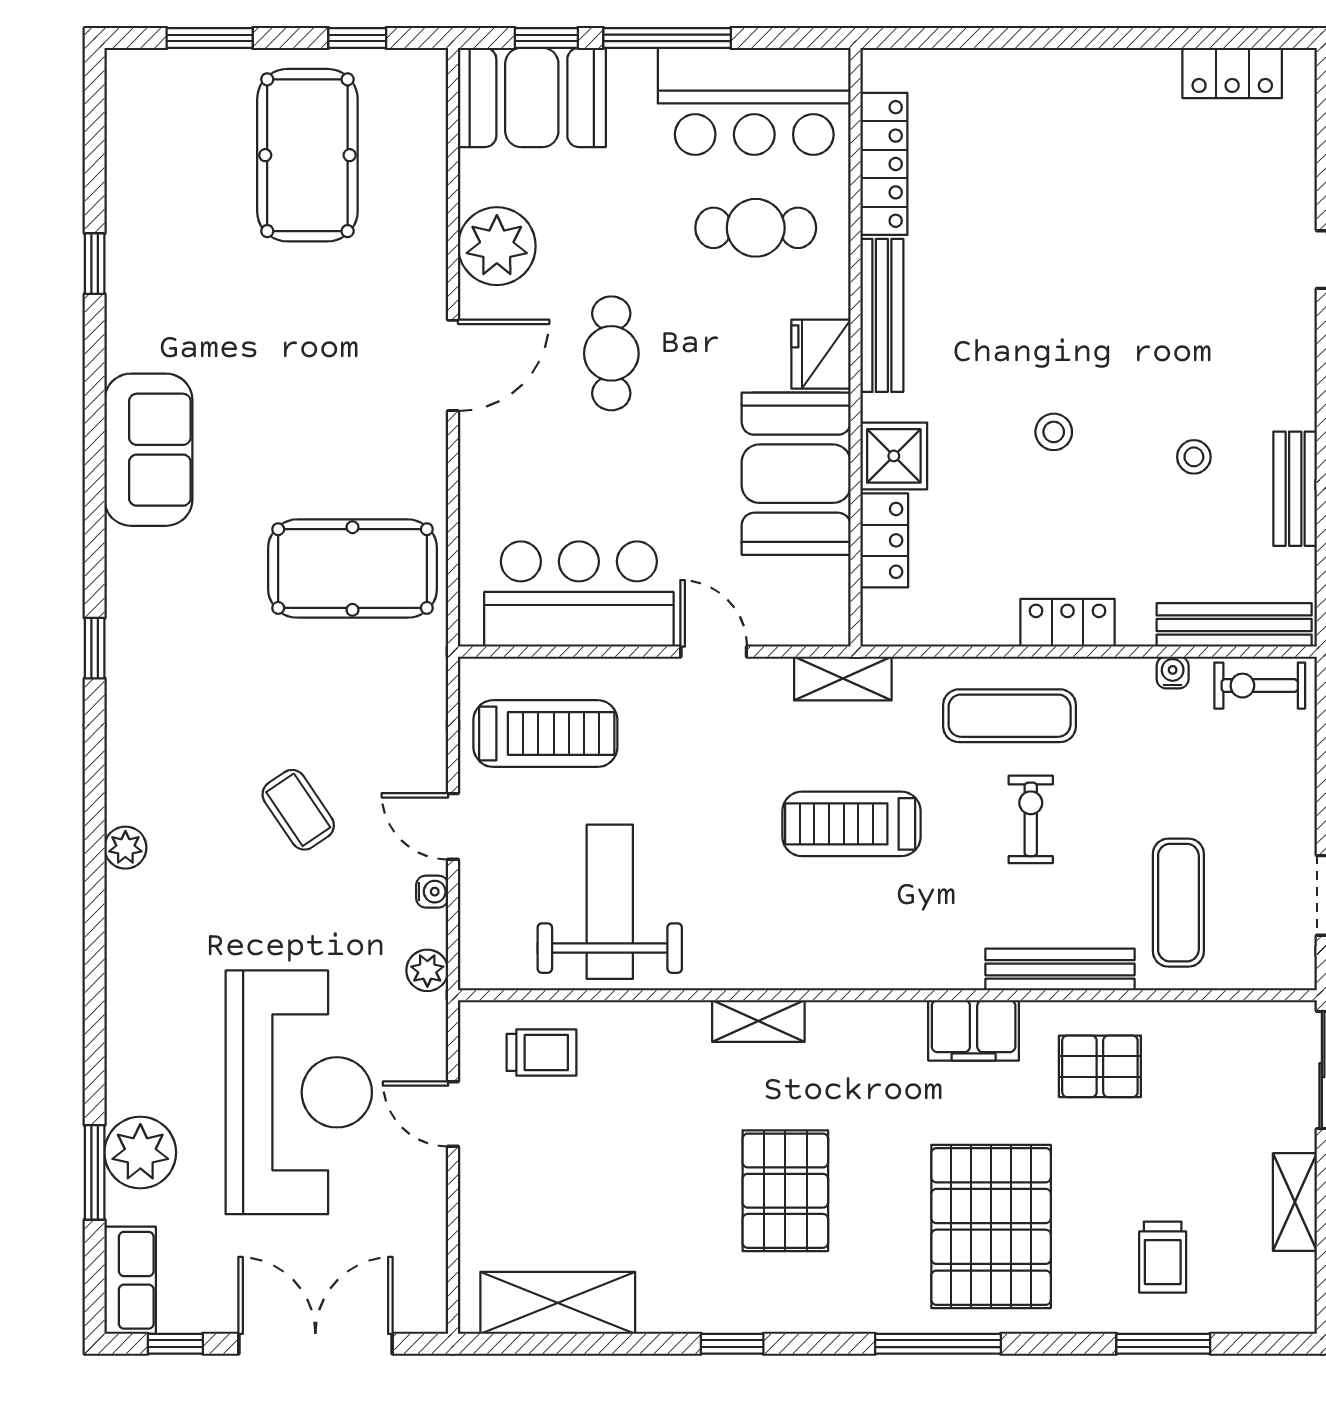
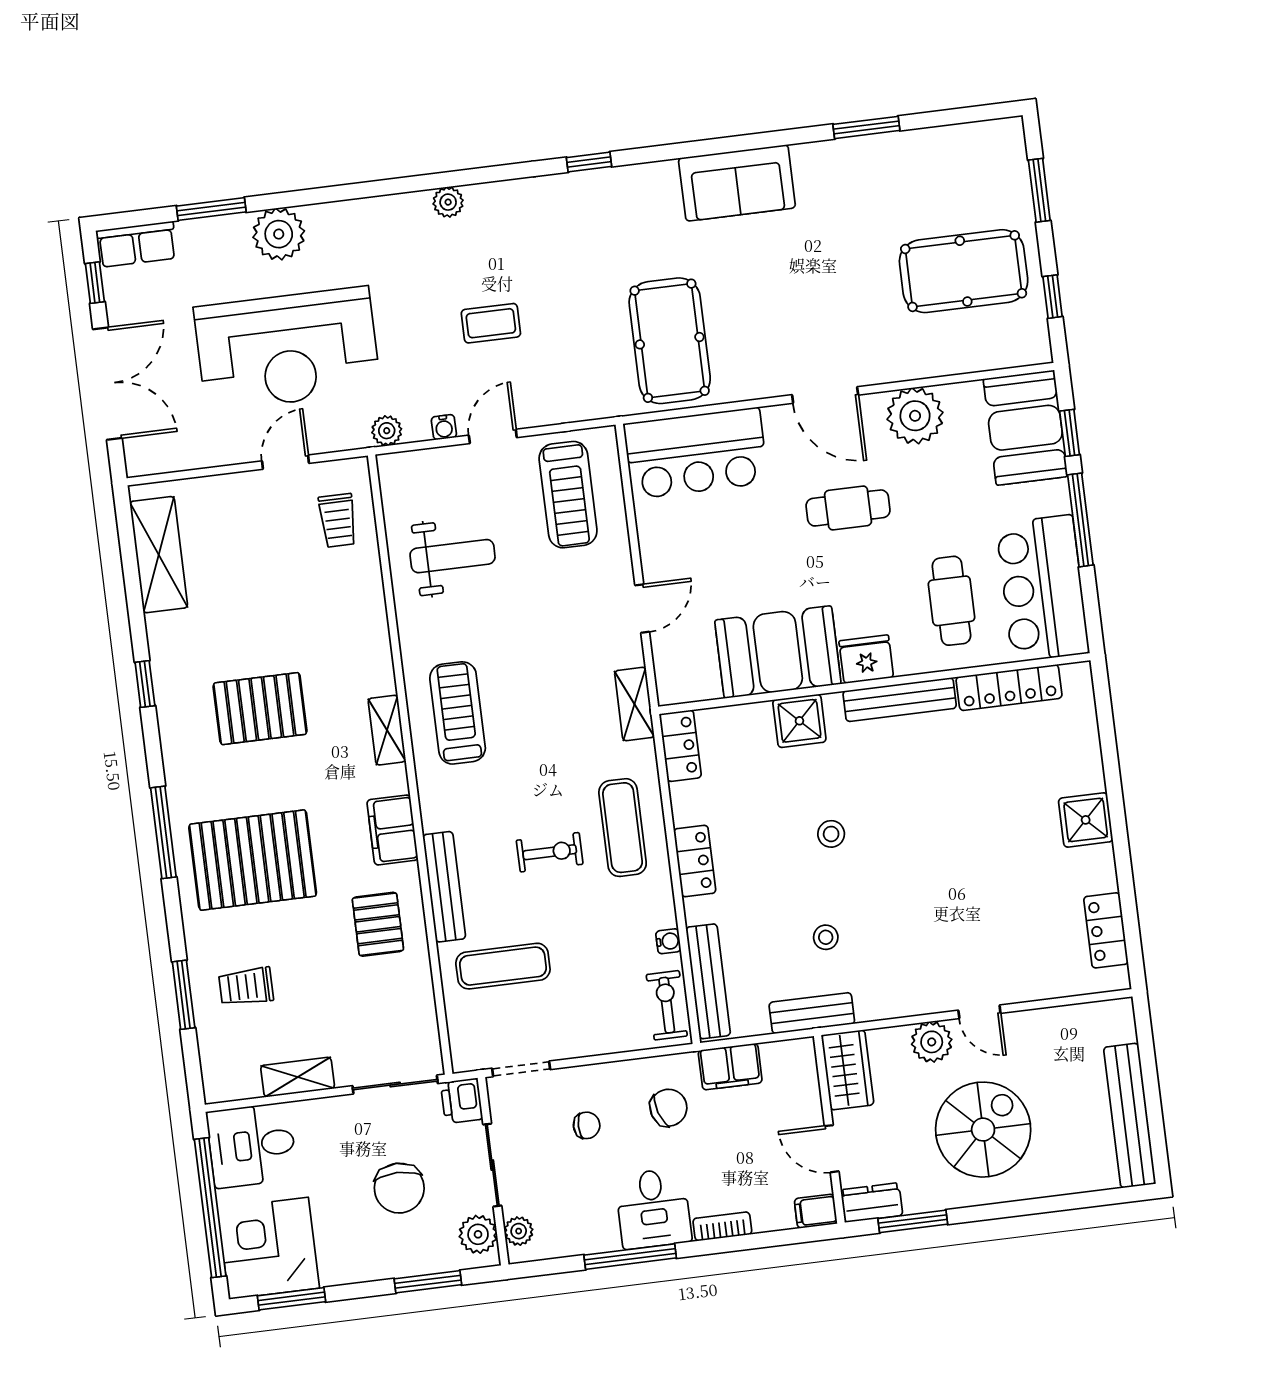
shower: (1078, 82) -> (1086, 820), added
window: (95, 264) -> (866, 127), width x1.50
locker: (884, 540) -> (680, 746), moved, turned -90
bar counter: (579, 594) -> (696, 453), moved, turned 90
coffee table: (298, 810) -> (491, 323), turned 34
treadmill: (851, 824) -> (458, 713), moved
weight bench: (610, 902) -> (453, 556), width x0.73, depth x0.75
shelving: (758, 1021) -> (387, 730), moved
plant: (140, 1153) -> (279, 234), moved

